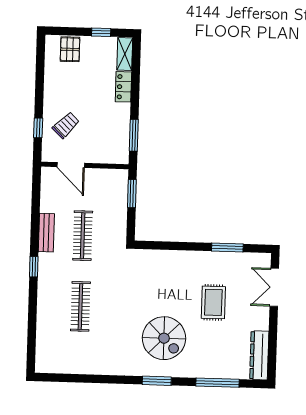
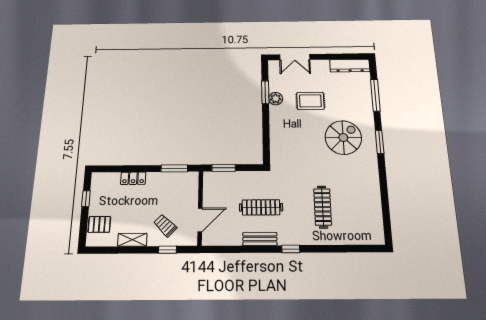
shelving: (125, 54) -> (132, 240), moved
plant: (218, 260) -> (276, 99), added
clothes rail: (80, 306) -> (323, 207), turned 90

